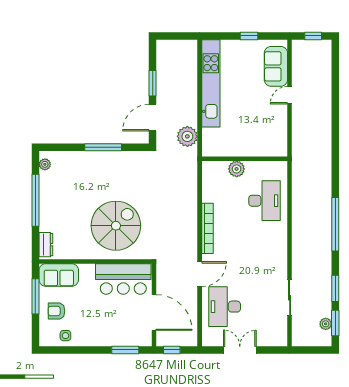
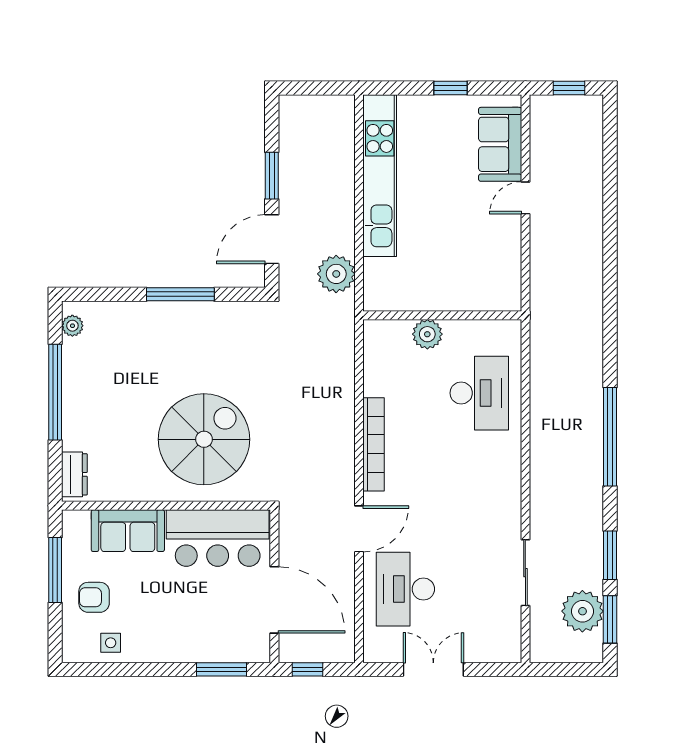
sofa: (59, 275) -> (128, 531), moved
plant: (326, 324) -> (582, 611), width x1.88, depth x1.88

